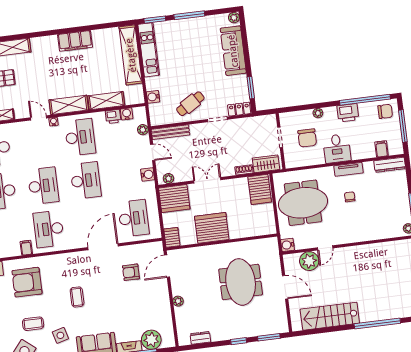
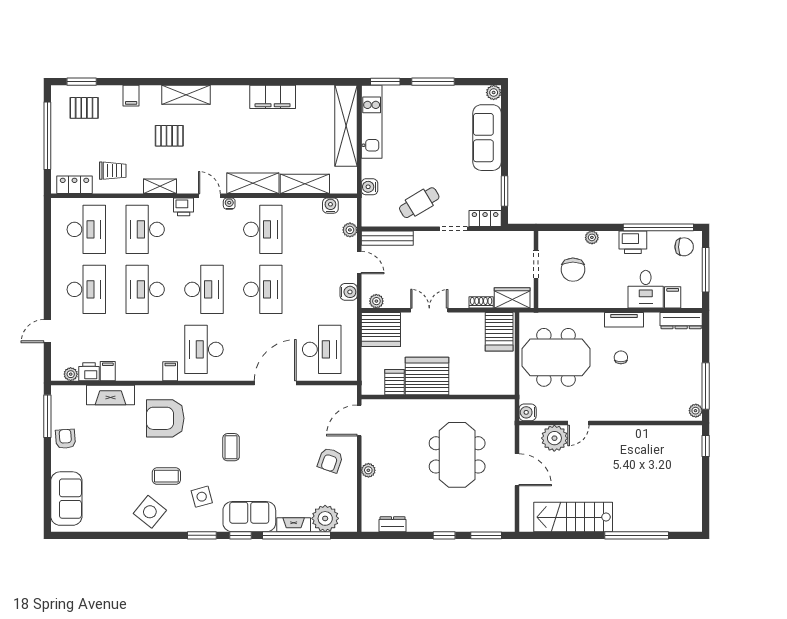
printer: (113, 116) -> (184, 207), moved
desk: (337, 149) -> (646, 289), moved
server rack: (172, 237) -> (394, 382), moved
armchair: (131, 272) -> (330, 460), moved, turned -71

